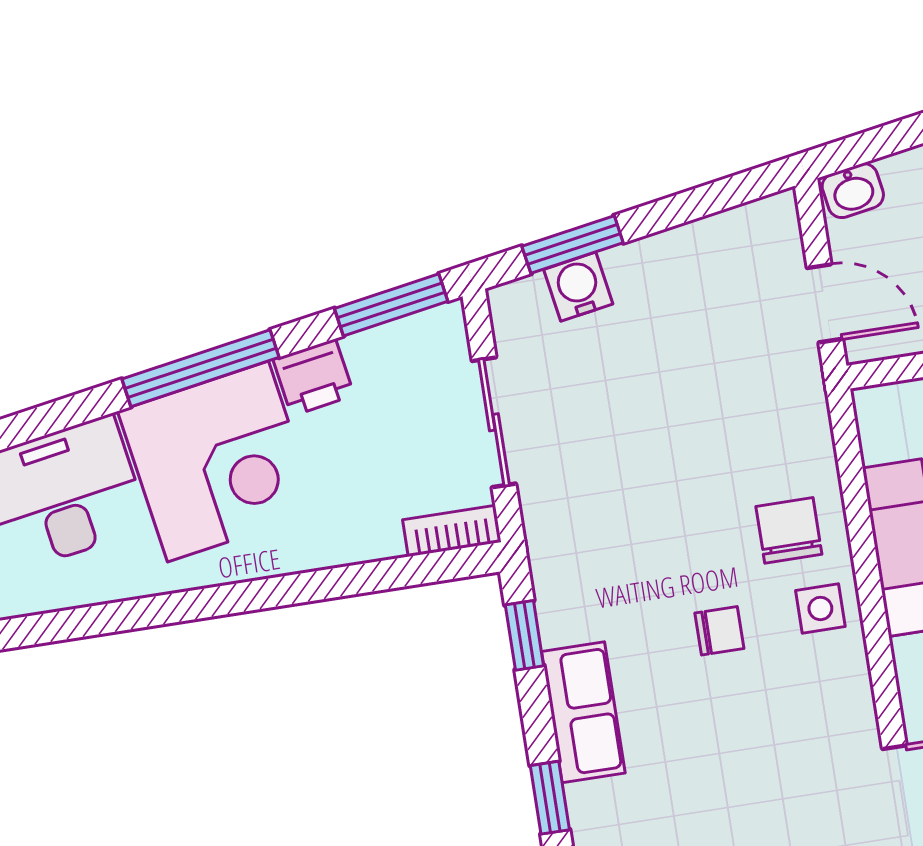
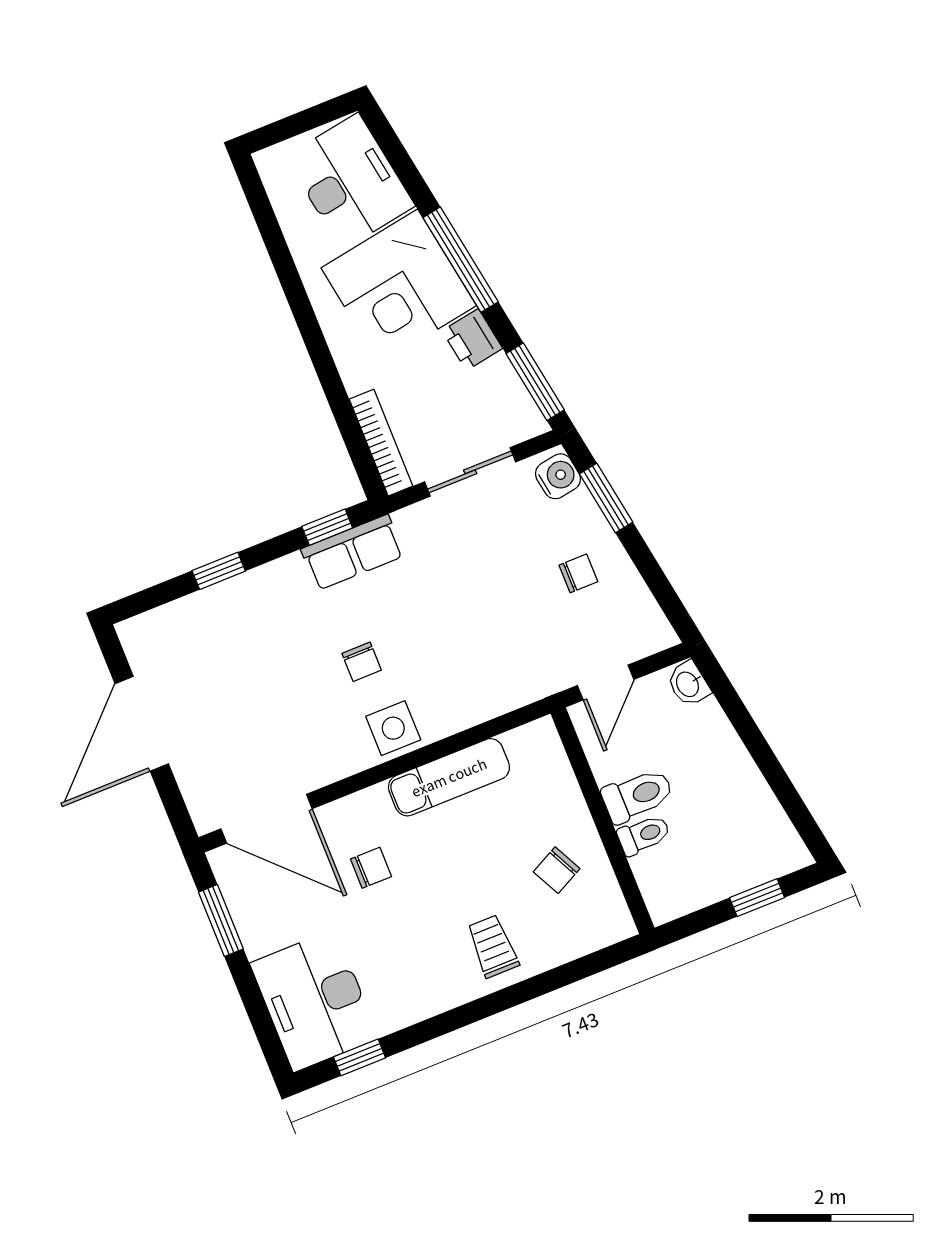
water cooler: (578, 287) -> (558, 476), moved
chair: (789, 530) -> (578, 573), moved, width x0.73, depth x0.73
bookcase: (452, 531) -> (381, 443), width x1.56
side table: (820, 608) -> (393, 728), width x1.37, depth x1.37
row of seats: (583, 712) -> (353, 552), moved

